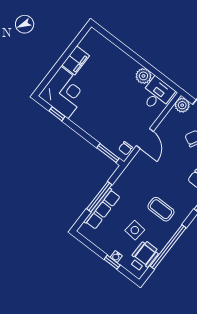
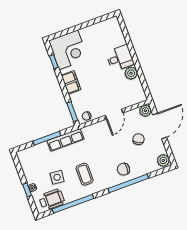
filing cabinet: (76, 60) -> (71, 82), moved, turned -90
desk: (157, 94) -> (120, 58), moved
door: (145, 139) -> (114, 114), moved
row of seats: (102, 209) -> (65, 140), moved

